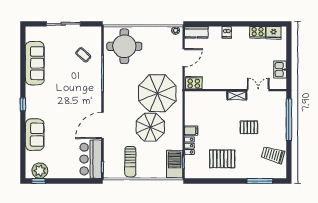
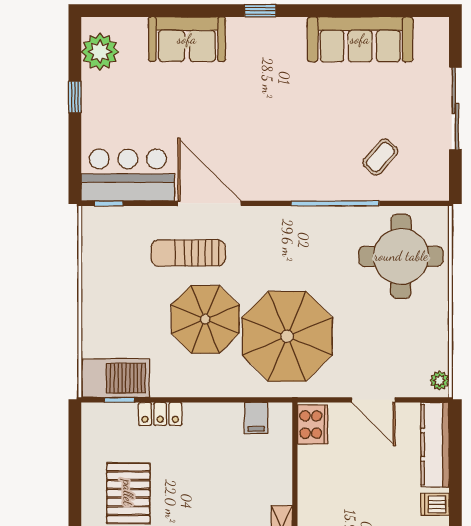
kitchen counter: (196, 32) -> (435, 445), width x1.50
filing cabinet: (191, 131) -> (256, 418), moved
sun lounger: (130, 162) -> (188, 253), moved
window: (38, 181) -> (75, 97), moved

